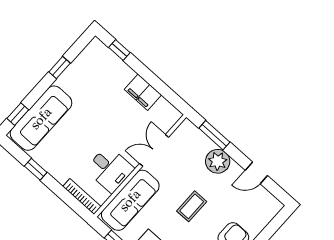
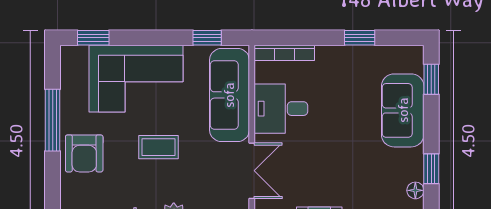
floor lamp: (78, 64) -> (415, 190), added
sofa: (41, 118) -> (403, 110), width x0.73
coffee table: (192, 206) -> (159, 147), turned 90

